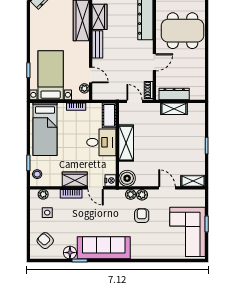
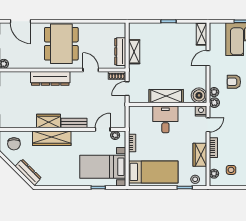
cot: (109, 115) -> (140, 112), removed
wardrobe: (75, 179) -> (200, 155), moved
plant: (142, 195) -> (214, 103), moved

